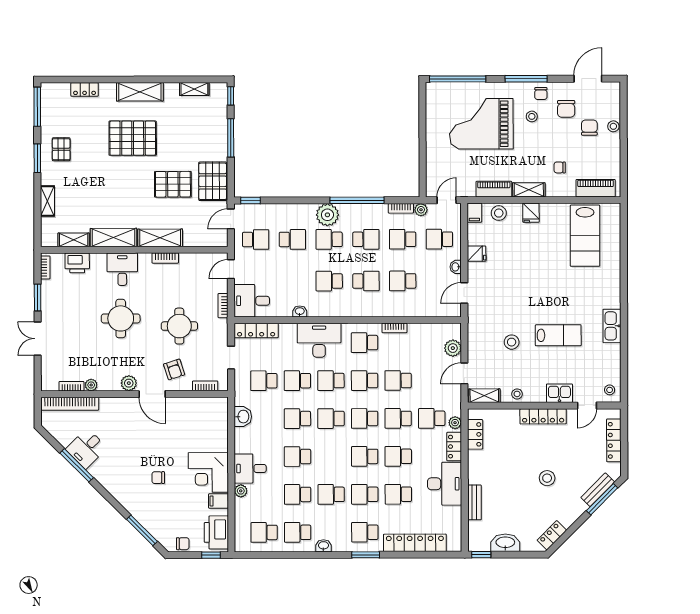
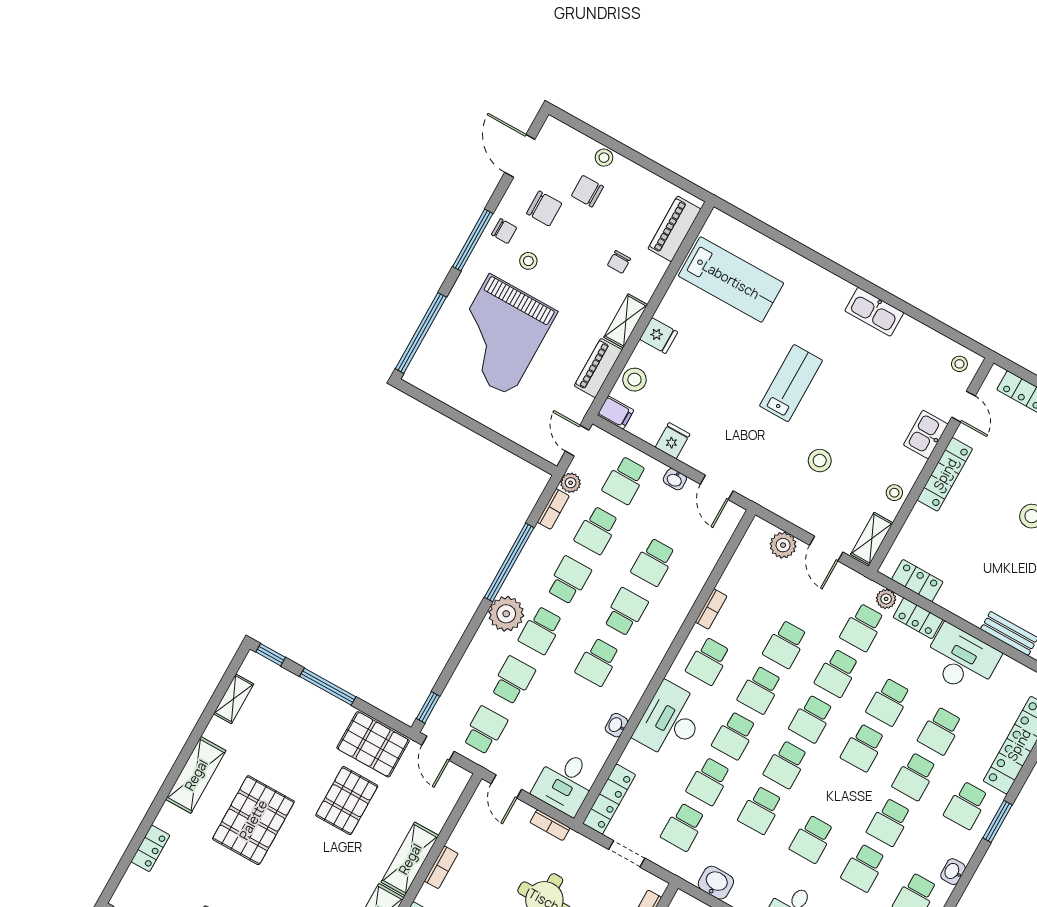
lab bench: (558, 335) -> (791, 383), moved

